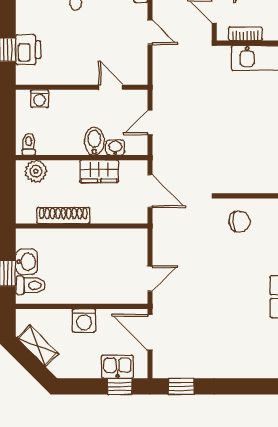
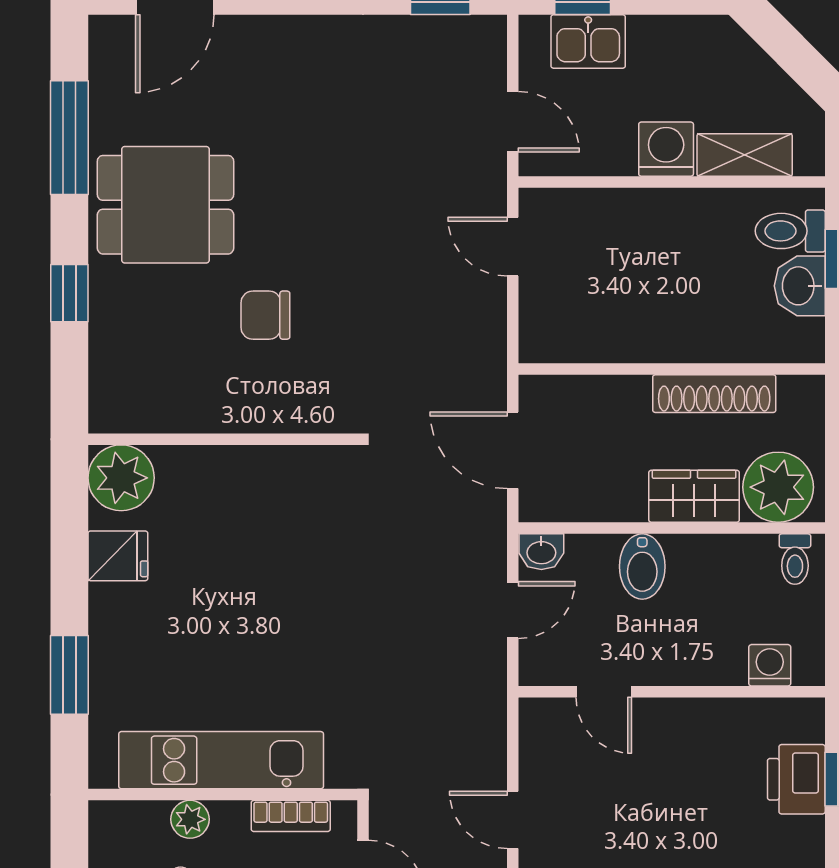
washbasin: (115, 148) -> (541, 552), moved
plant: (36, 171) -> (778, 487), width x1.36, depth x1.36
wardrobe: (99, 171) -> (694, 496), moved
chair: (239, 222) -> (265, 315), moved
door: (150, 279) -> (513, 247), hinge flipped
door: (150, 332) -> (513, 122), width x0.73
shelving: (38, 346) -> (745, 155), moved, turned -45

